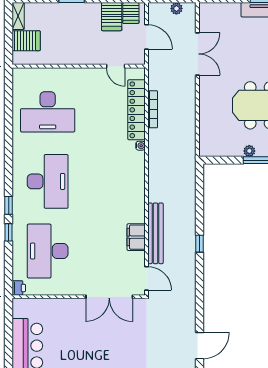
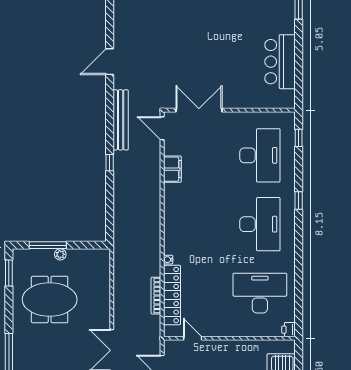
desk: (48, 181) -> (260, 224), turned 180
window: (9, 232) -> (299, 138), moved
bench: (155, 233) -> (121, 120), moved
printer: (19, 288) -> (288, 330), moved

